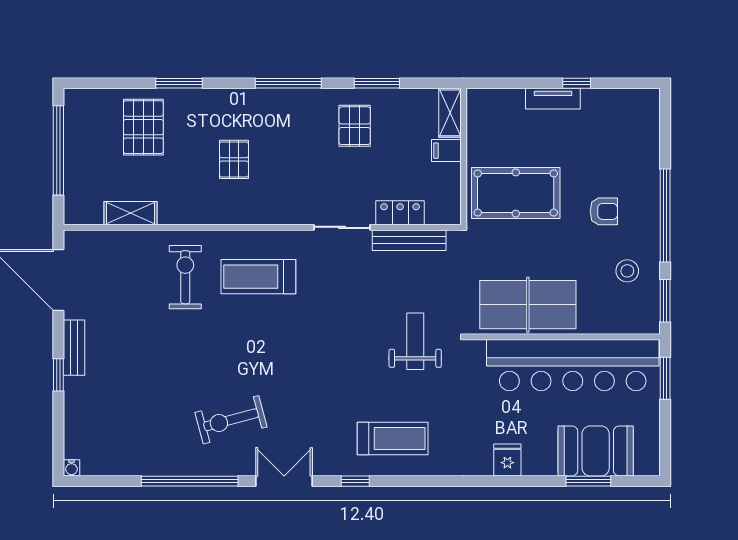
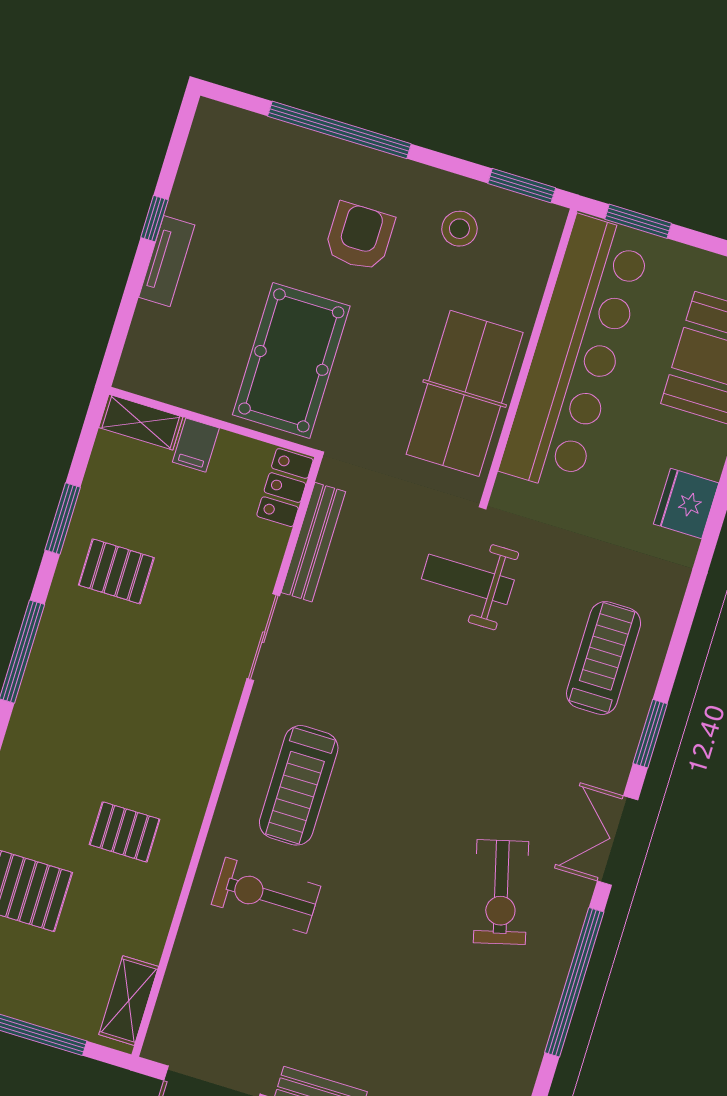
pallet: (234, 159) -> (125, 832), moved
armchair: (604, 211) -> (359, 236), width x1.38, depth x1.38
shelving: (131, 213) -> (129, 1001), moved
locker: (400, 213) -> (285, 488), moved
window: (665, 216) -> (339, 130), moved
fridge: (507, 460) -> (686, 503), width x1.38
window: (355, 481) -> (650, 734), width x1.50

